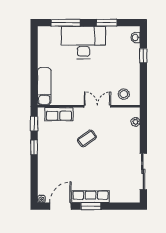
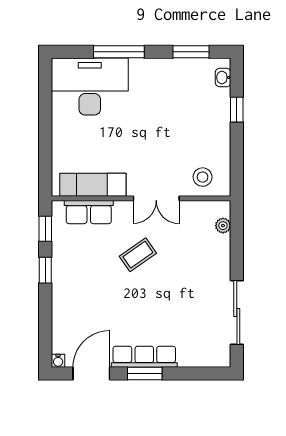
window: (66, 23) -> (119, 52), moved
window: (107, 23) -> (191, 52), moved
desk: (83, 43) -> (90, 87), moved
exam couch: (44, 86) -> (93, 185), moved, turned -90
double door: (97, 106) -> (156, 198), swing flipped

